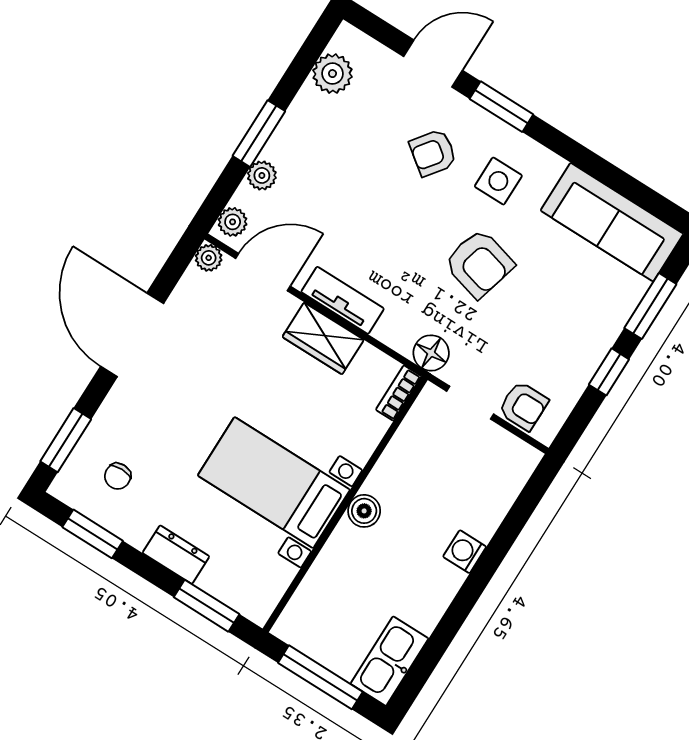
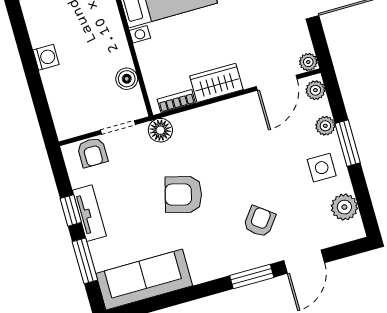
side table: (498, 181) -> (322, 168), moved
tv unit: (343, 300) -> (89, 213), moved, turned -90
bookcase: (399, 393) -> (176, 101), moved, turned -90
armchair: (523, 406) -> (92, 152), turned -90
boiler: (364, 511) -> (127, 79), moved

